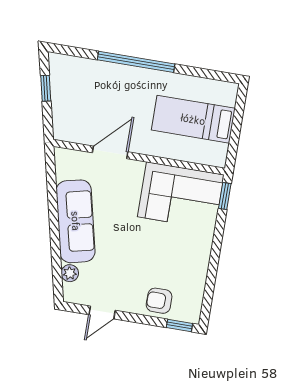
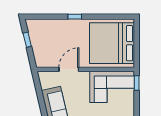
window: (136, 62) -> (75, 17), width x0.32
bed: (193, 119) -> (112, 43), width x2.04

